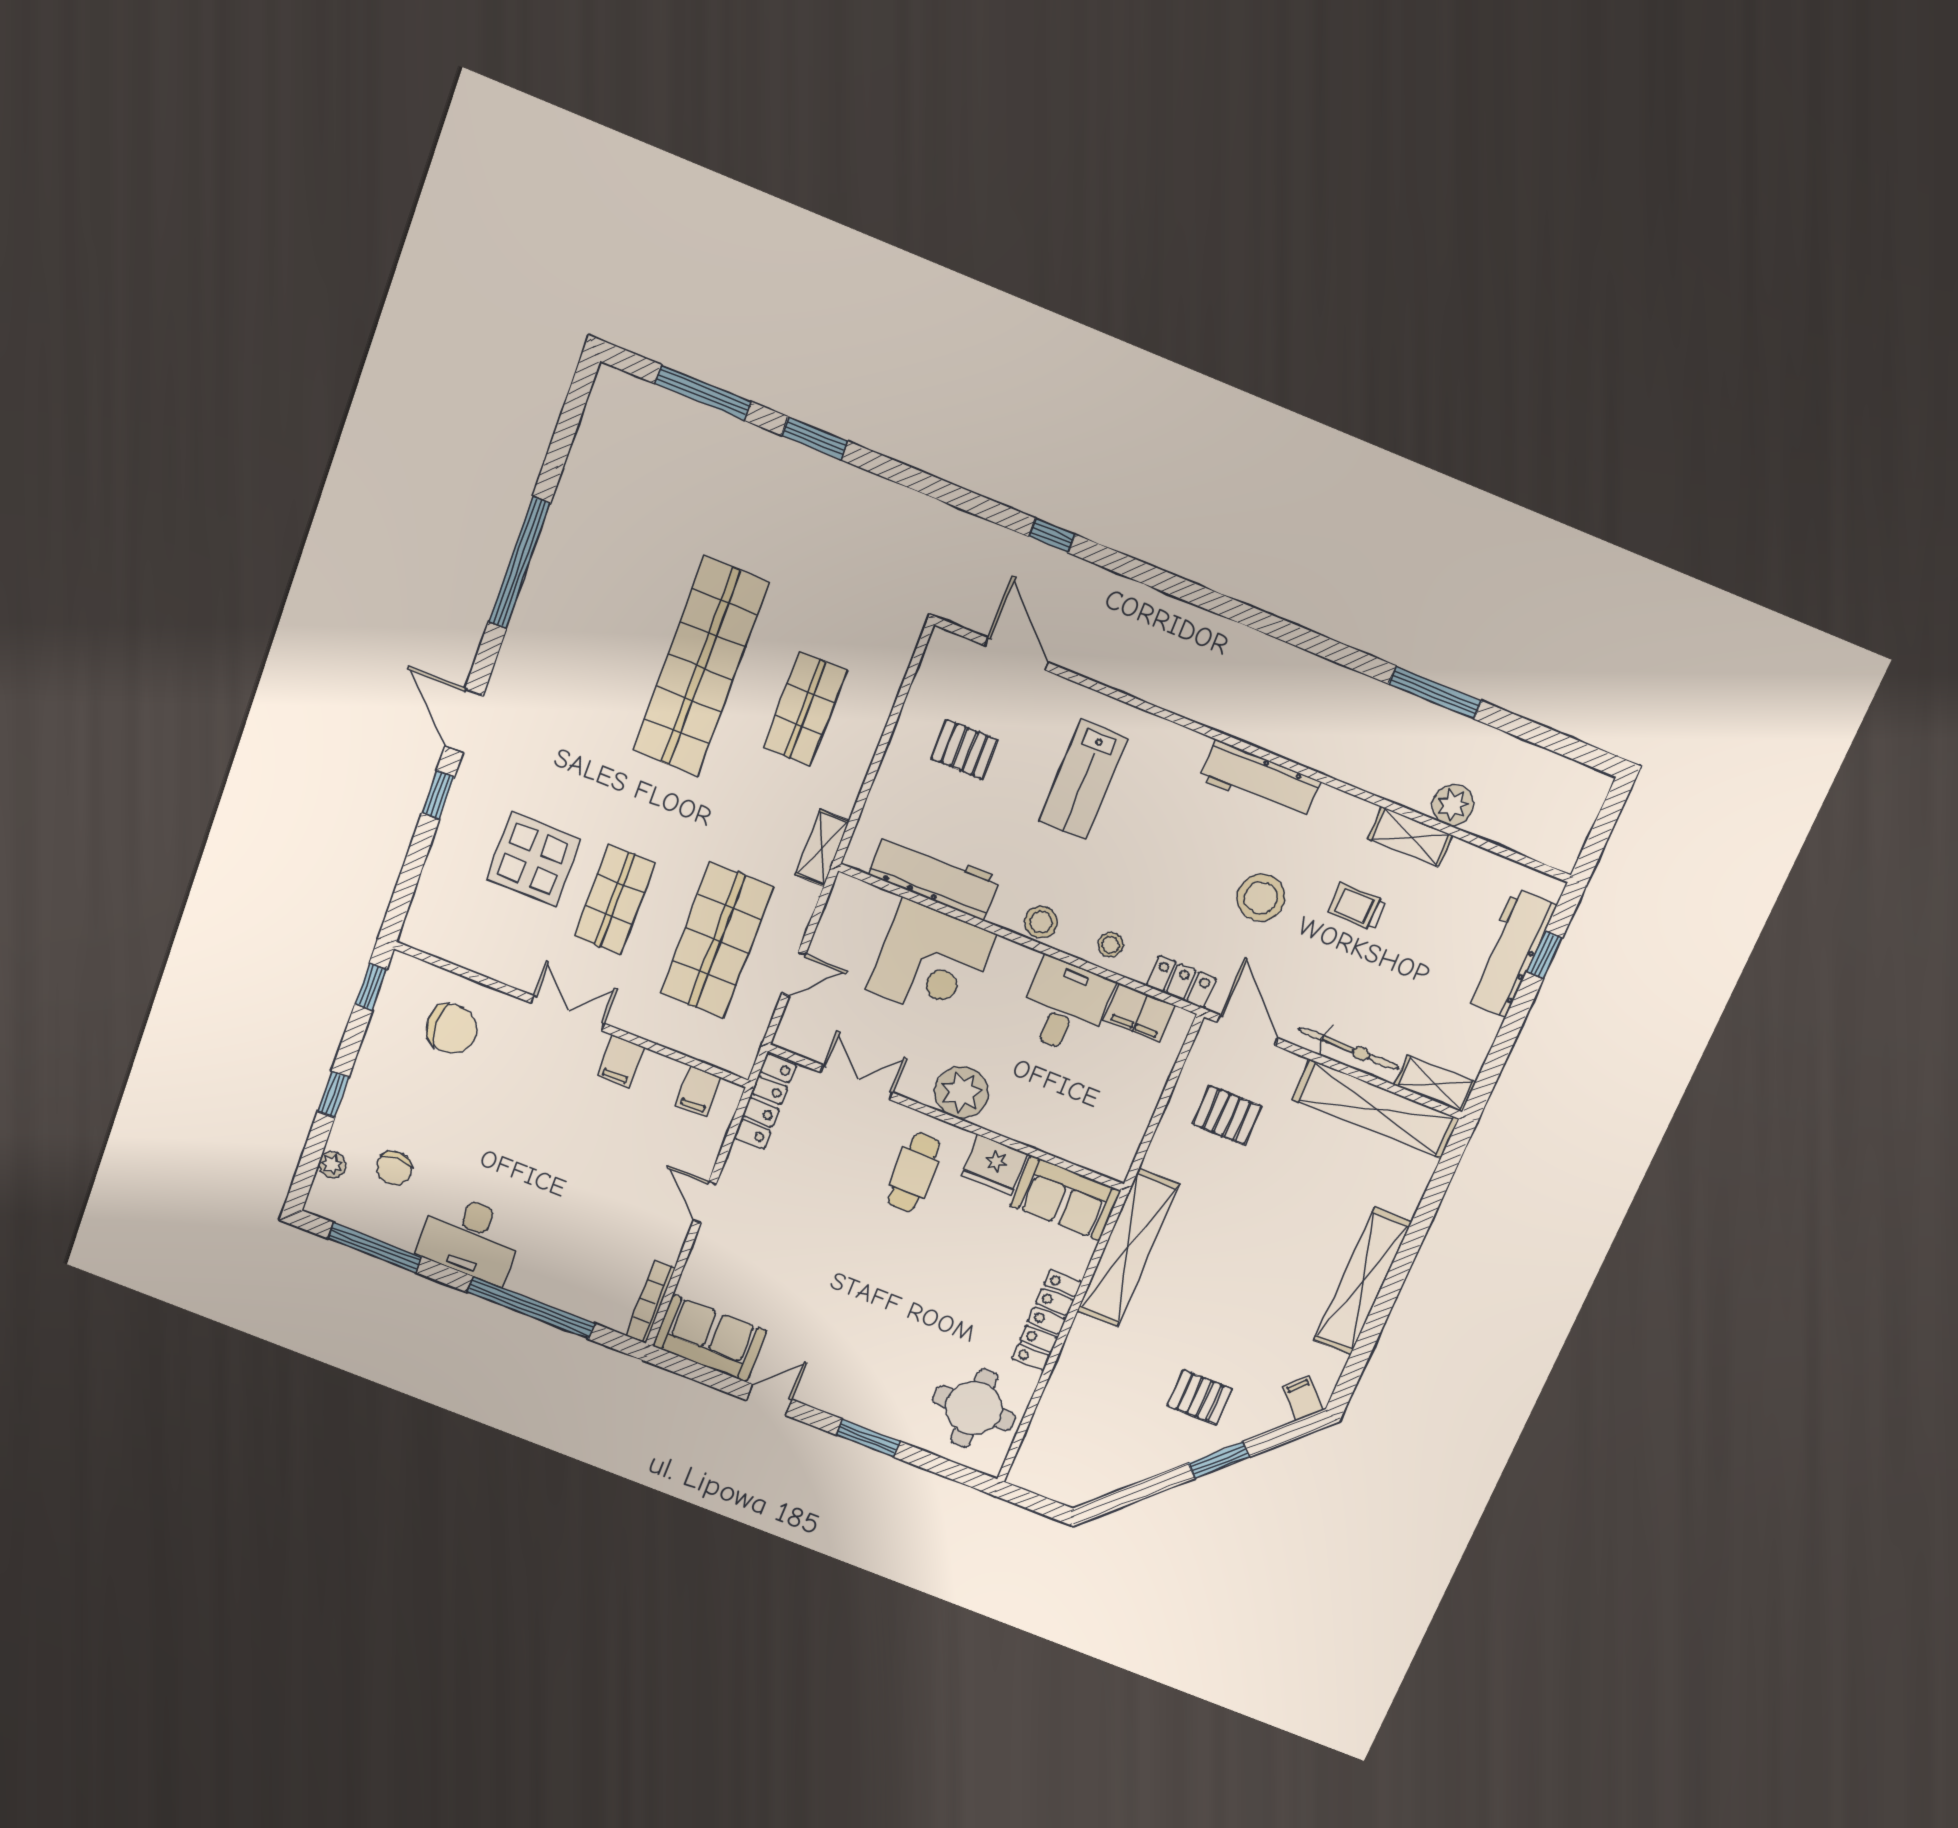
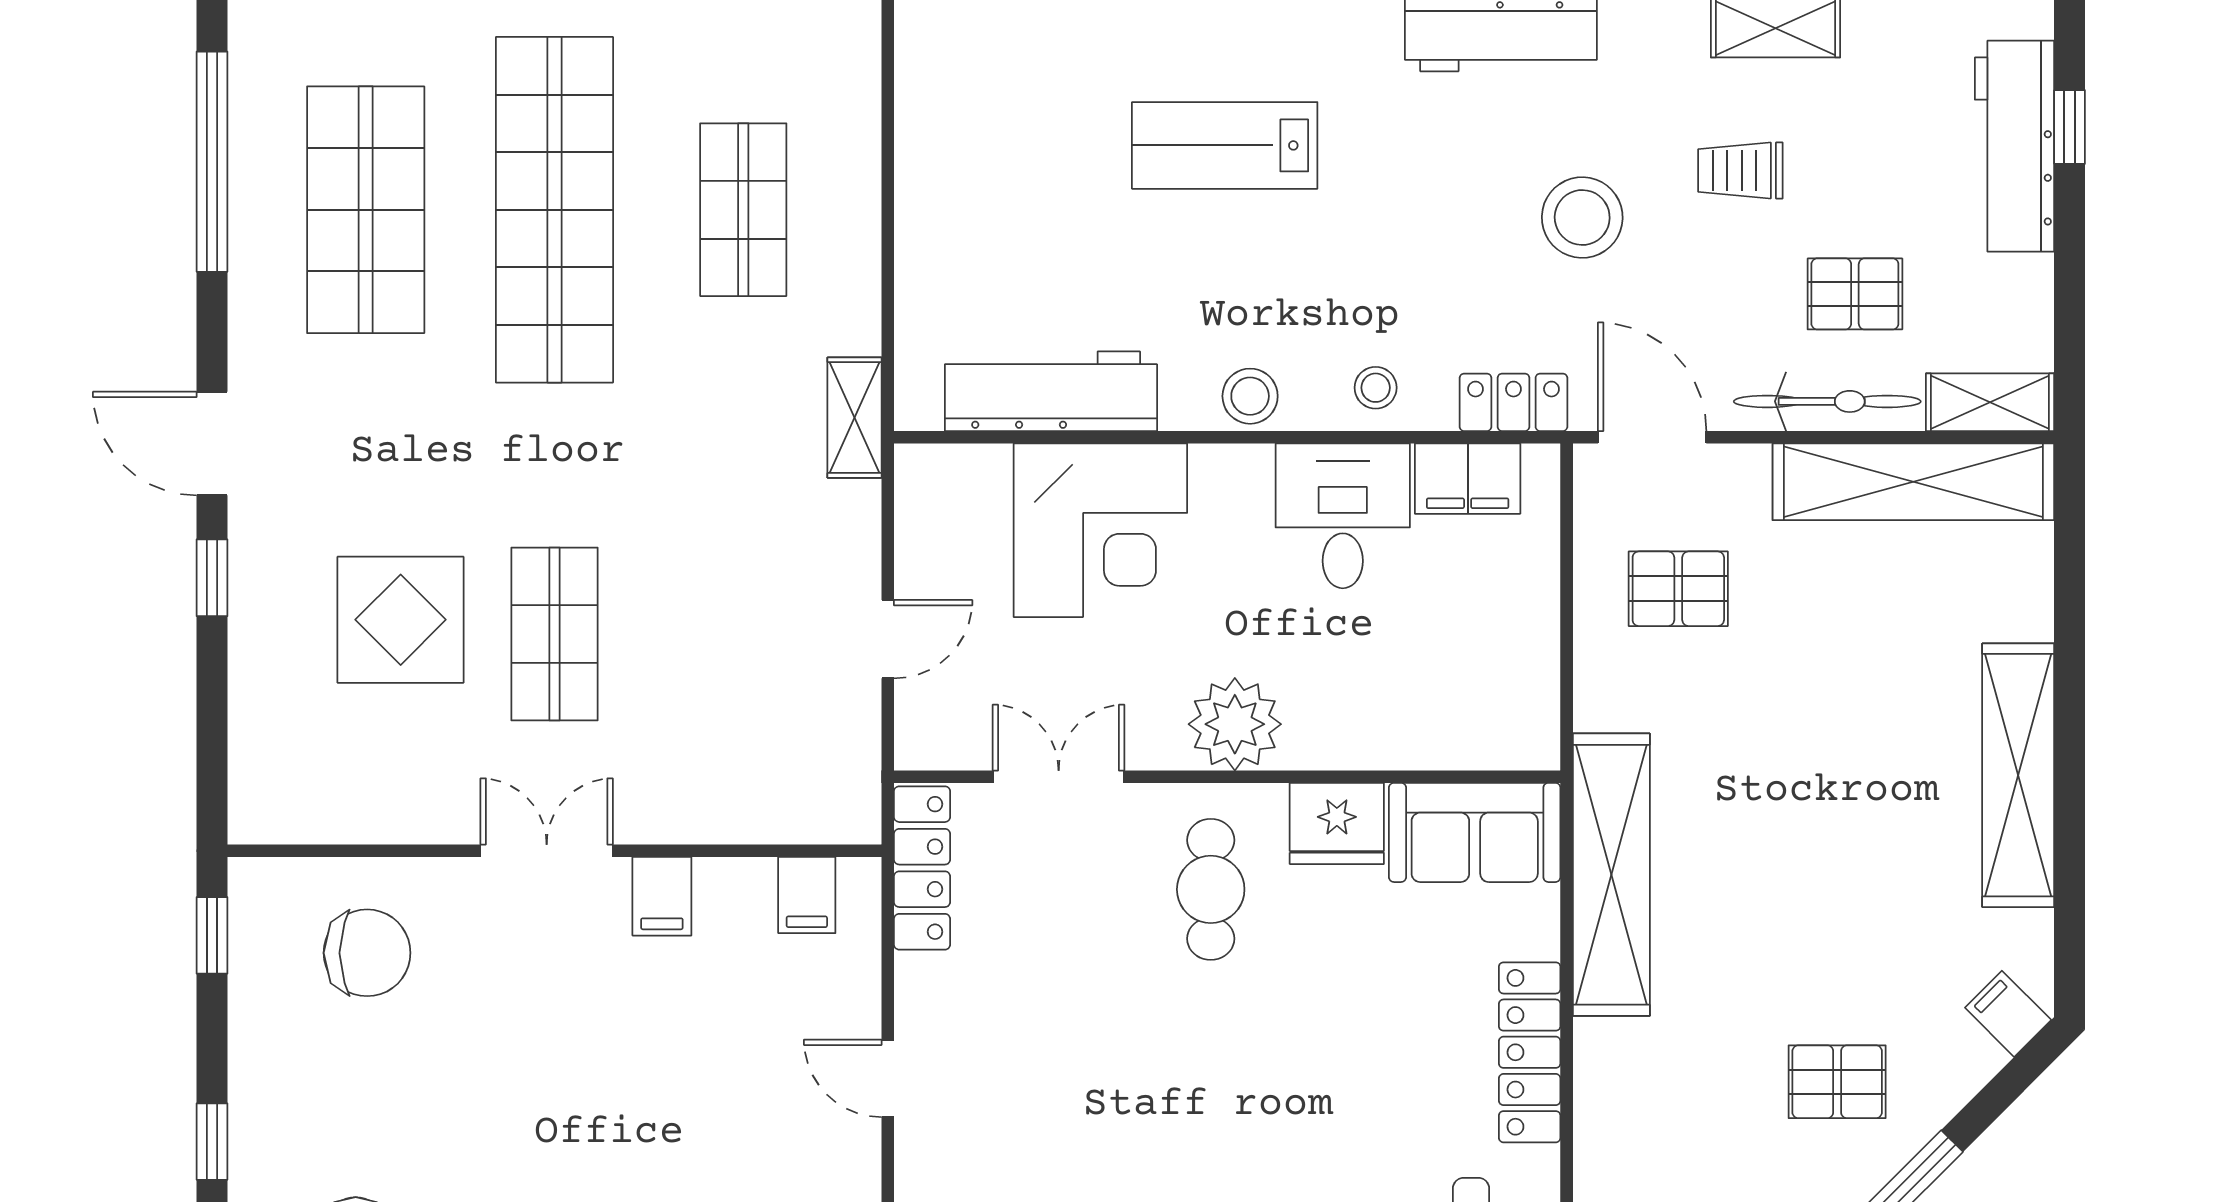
pallet: (964, 749) -> (1855, 294), moved
lab bench: (1083, 780) -> (1225, 145), turned 90
shop shelf: (717, 940) -> (366, 210), moved

